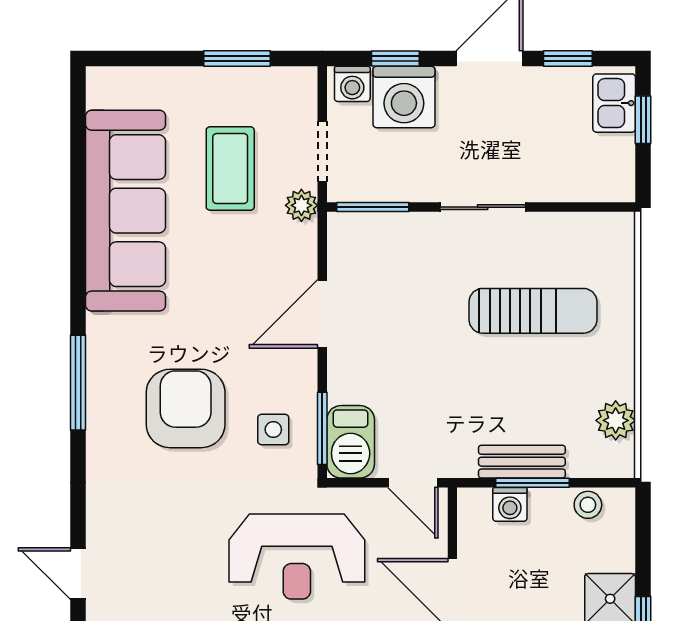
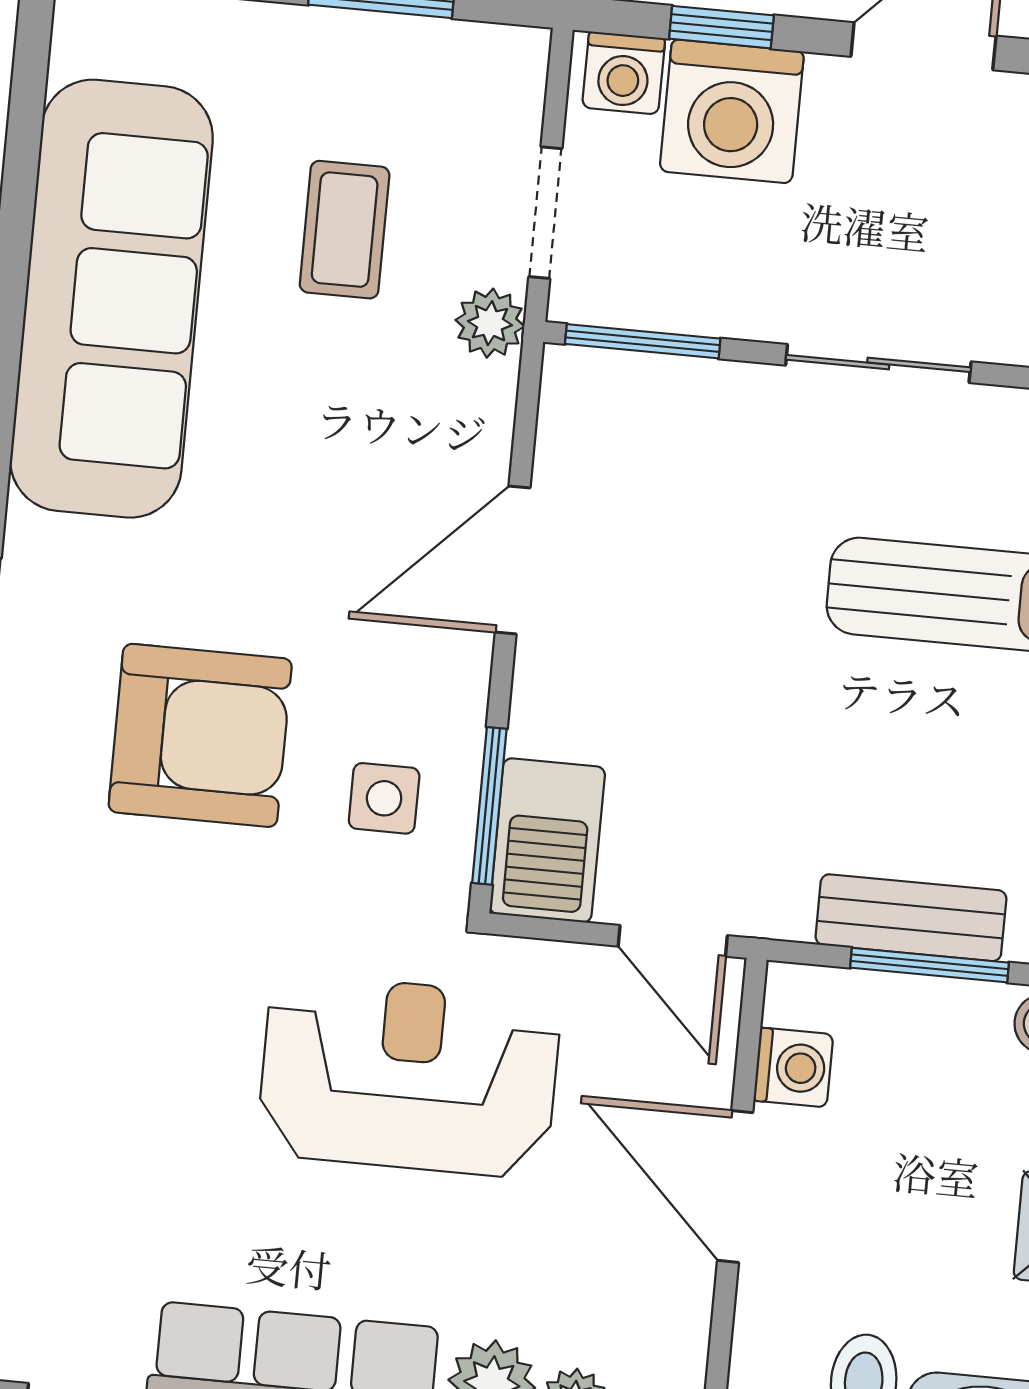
coffee table: (230, 169) -> (345, 230), width x0.73, depth x0.77
armchair: (186, 408) -> (200, 735), turned 90
washing machine: (510, 504) -> (793, 1067), moved, turned -90
reception desk: (297, 557) -> (409, 1076), turned 180

